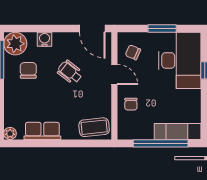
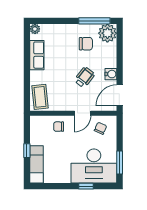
window: (162, 28) -> (120, 162), moved
water cooler: (44, 39) -> (111, 74), moved
window: (161, 143) -> (27, 151), width x0.32

